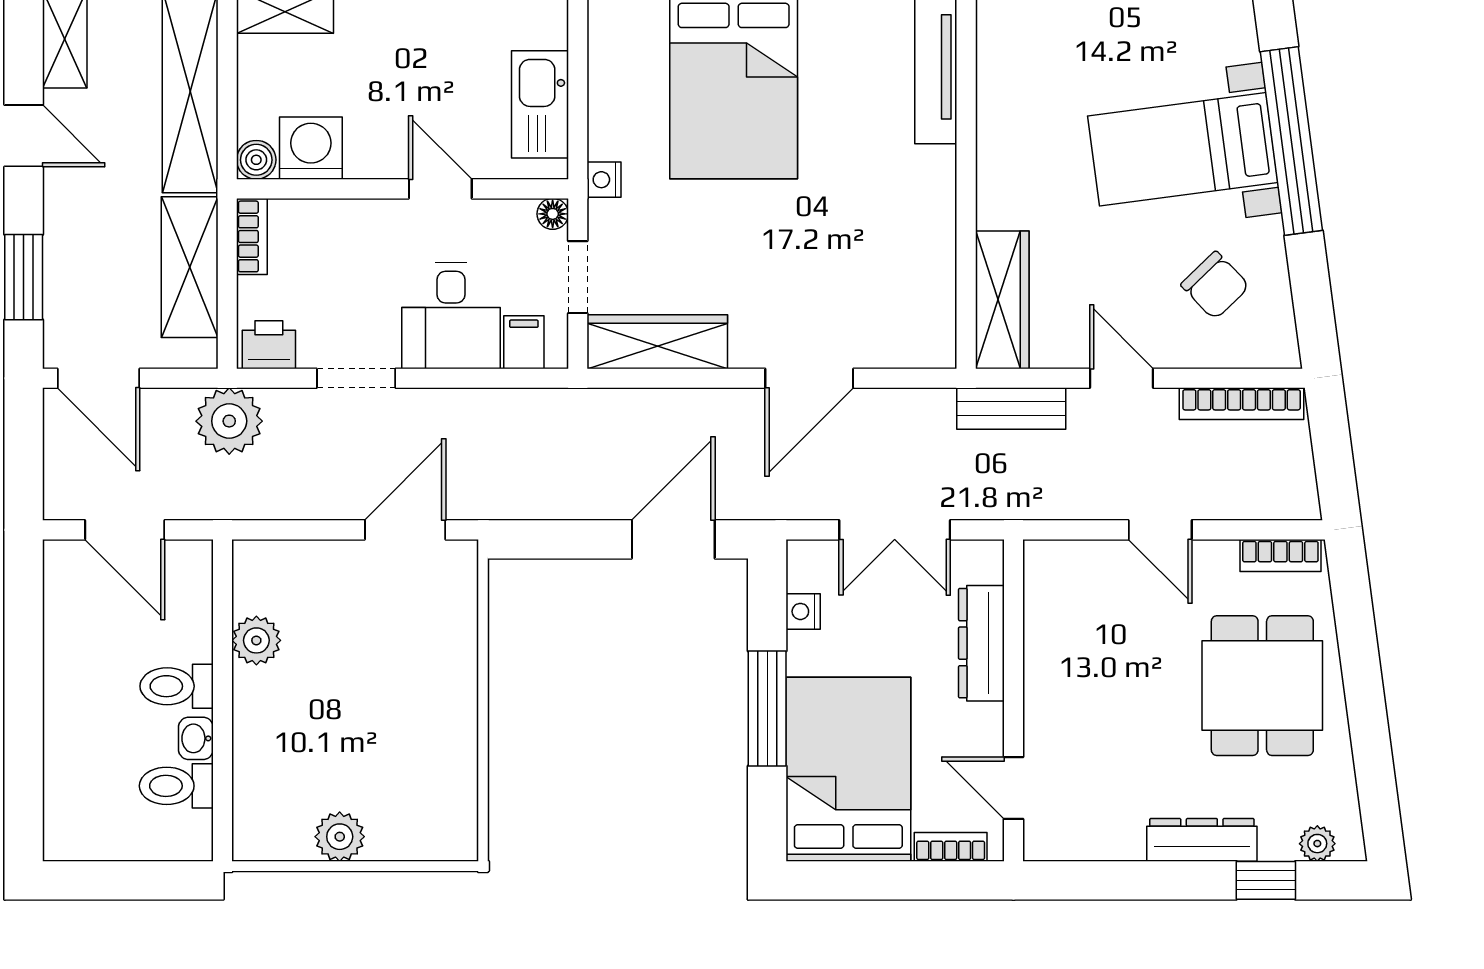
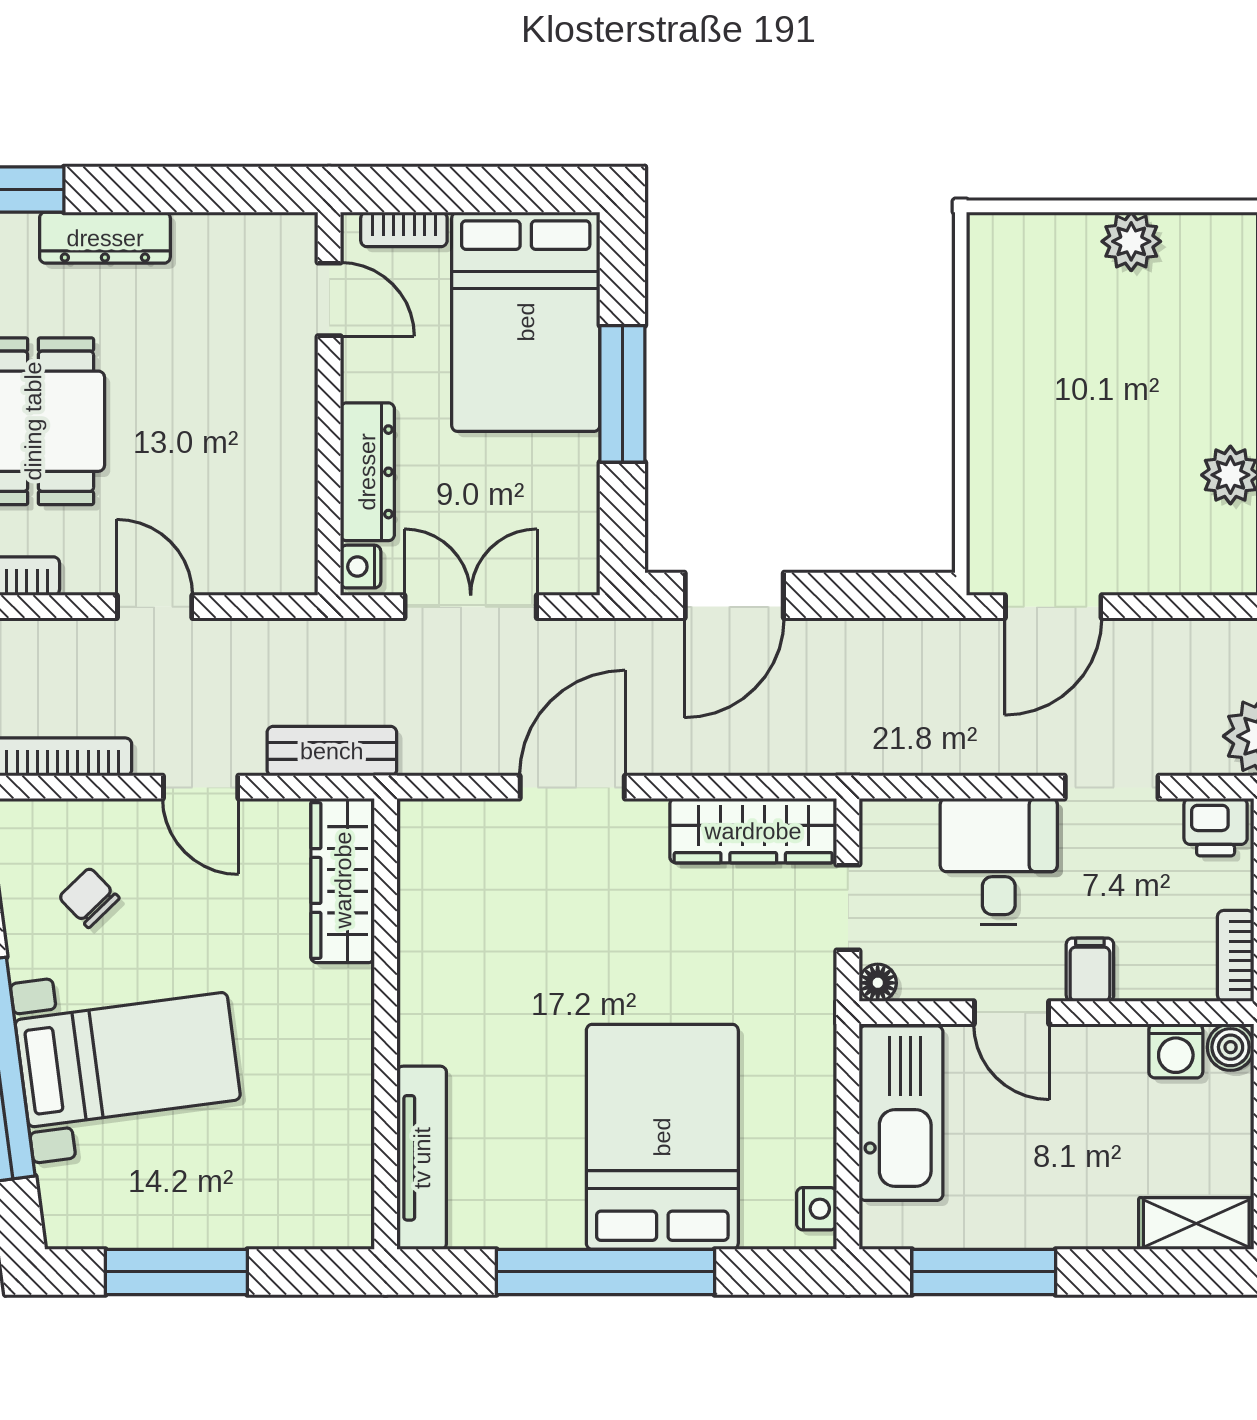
kitchen sink: (540, 104) -> (901, 1113), width x1.36, depth x1.24
washing machine: (311, 148) -> (1176, 1051), width x0.73, depth x0.73
nightstand: (604, 180) -> (817, 1209), moved
chair: (1215, 285) -> (89, 898), width x0.73, depth x0.73
filing cabinet: (524, 342) -> (1090, 970), moved, turned 180
nightstand: (803, 611) -> (361, 567), moved, turned 180

